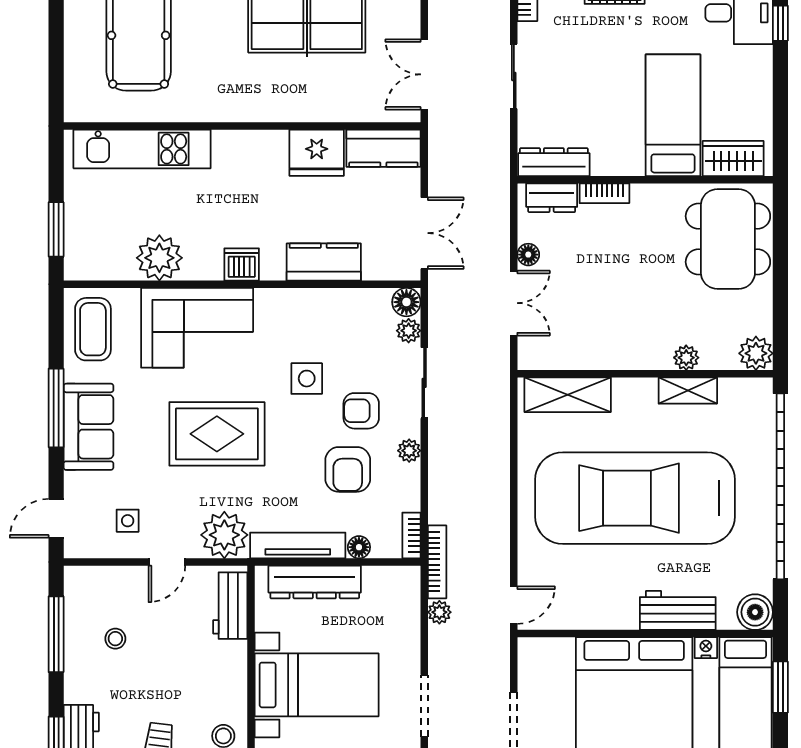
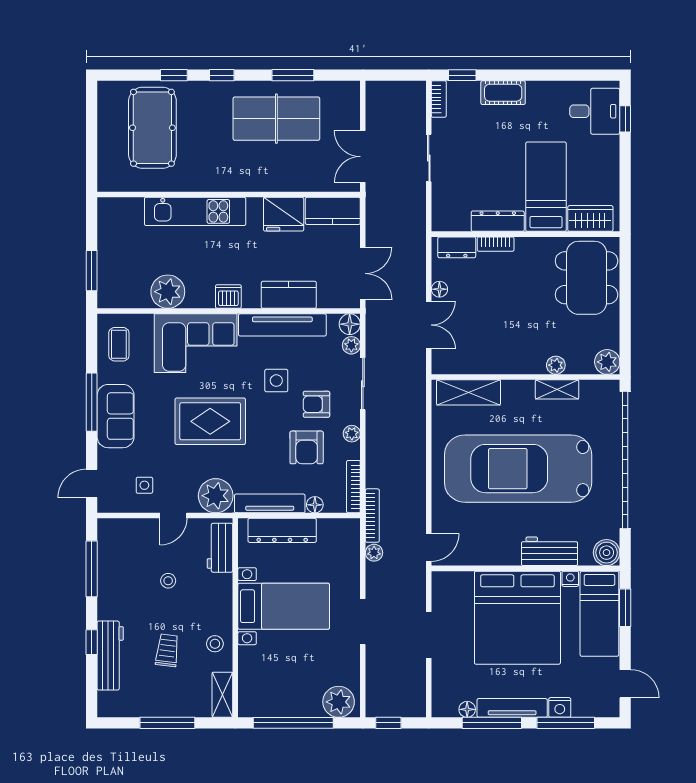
kitchen unit: (142, 149) -> (195, 211), moved
dresser: (554, 162) -> (498, 221), moved
tv unit: (315, 303) -> (282, 325), added
coffee table: (93, 329) -> (119, 344), width x0.73, depth x0.77
bookcase: (411, 535) -> (353, 487), width x1.56
stool: (115, 639) -> (168, 581), moved

